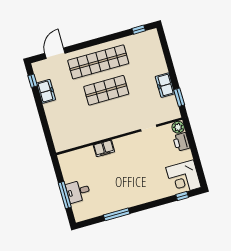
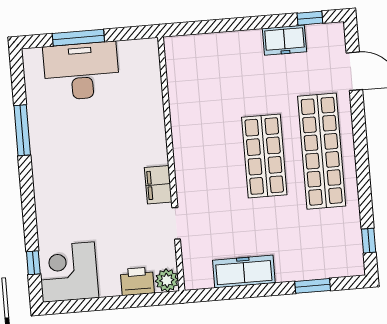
freezer: (165, 85) -> (244, 272), width x1.40
window: (179, 97) -> (313, 286), moved
filing cabinet: (104, 148) -> (158, 185), moved
desk: (78, 191) -> (81, 71), width x1.87, depth x1.30

